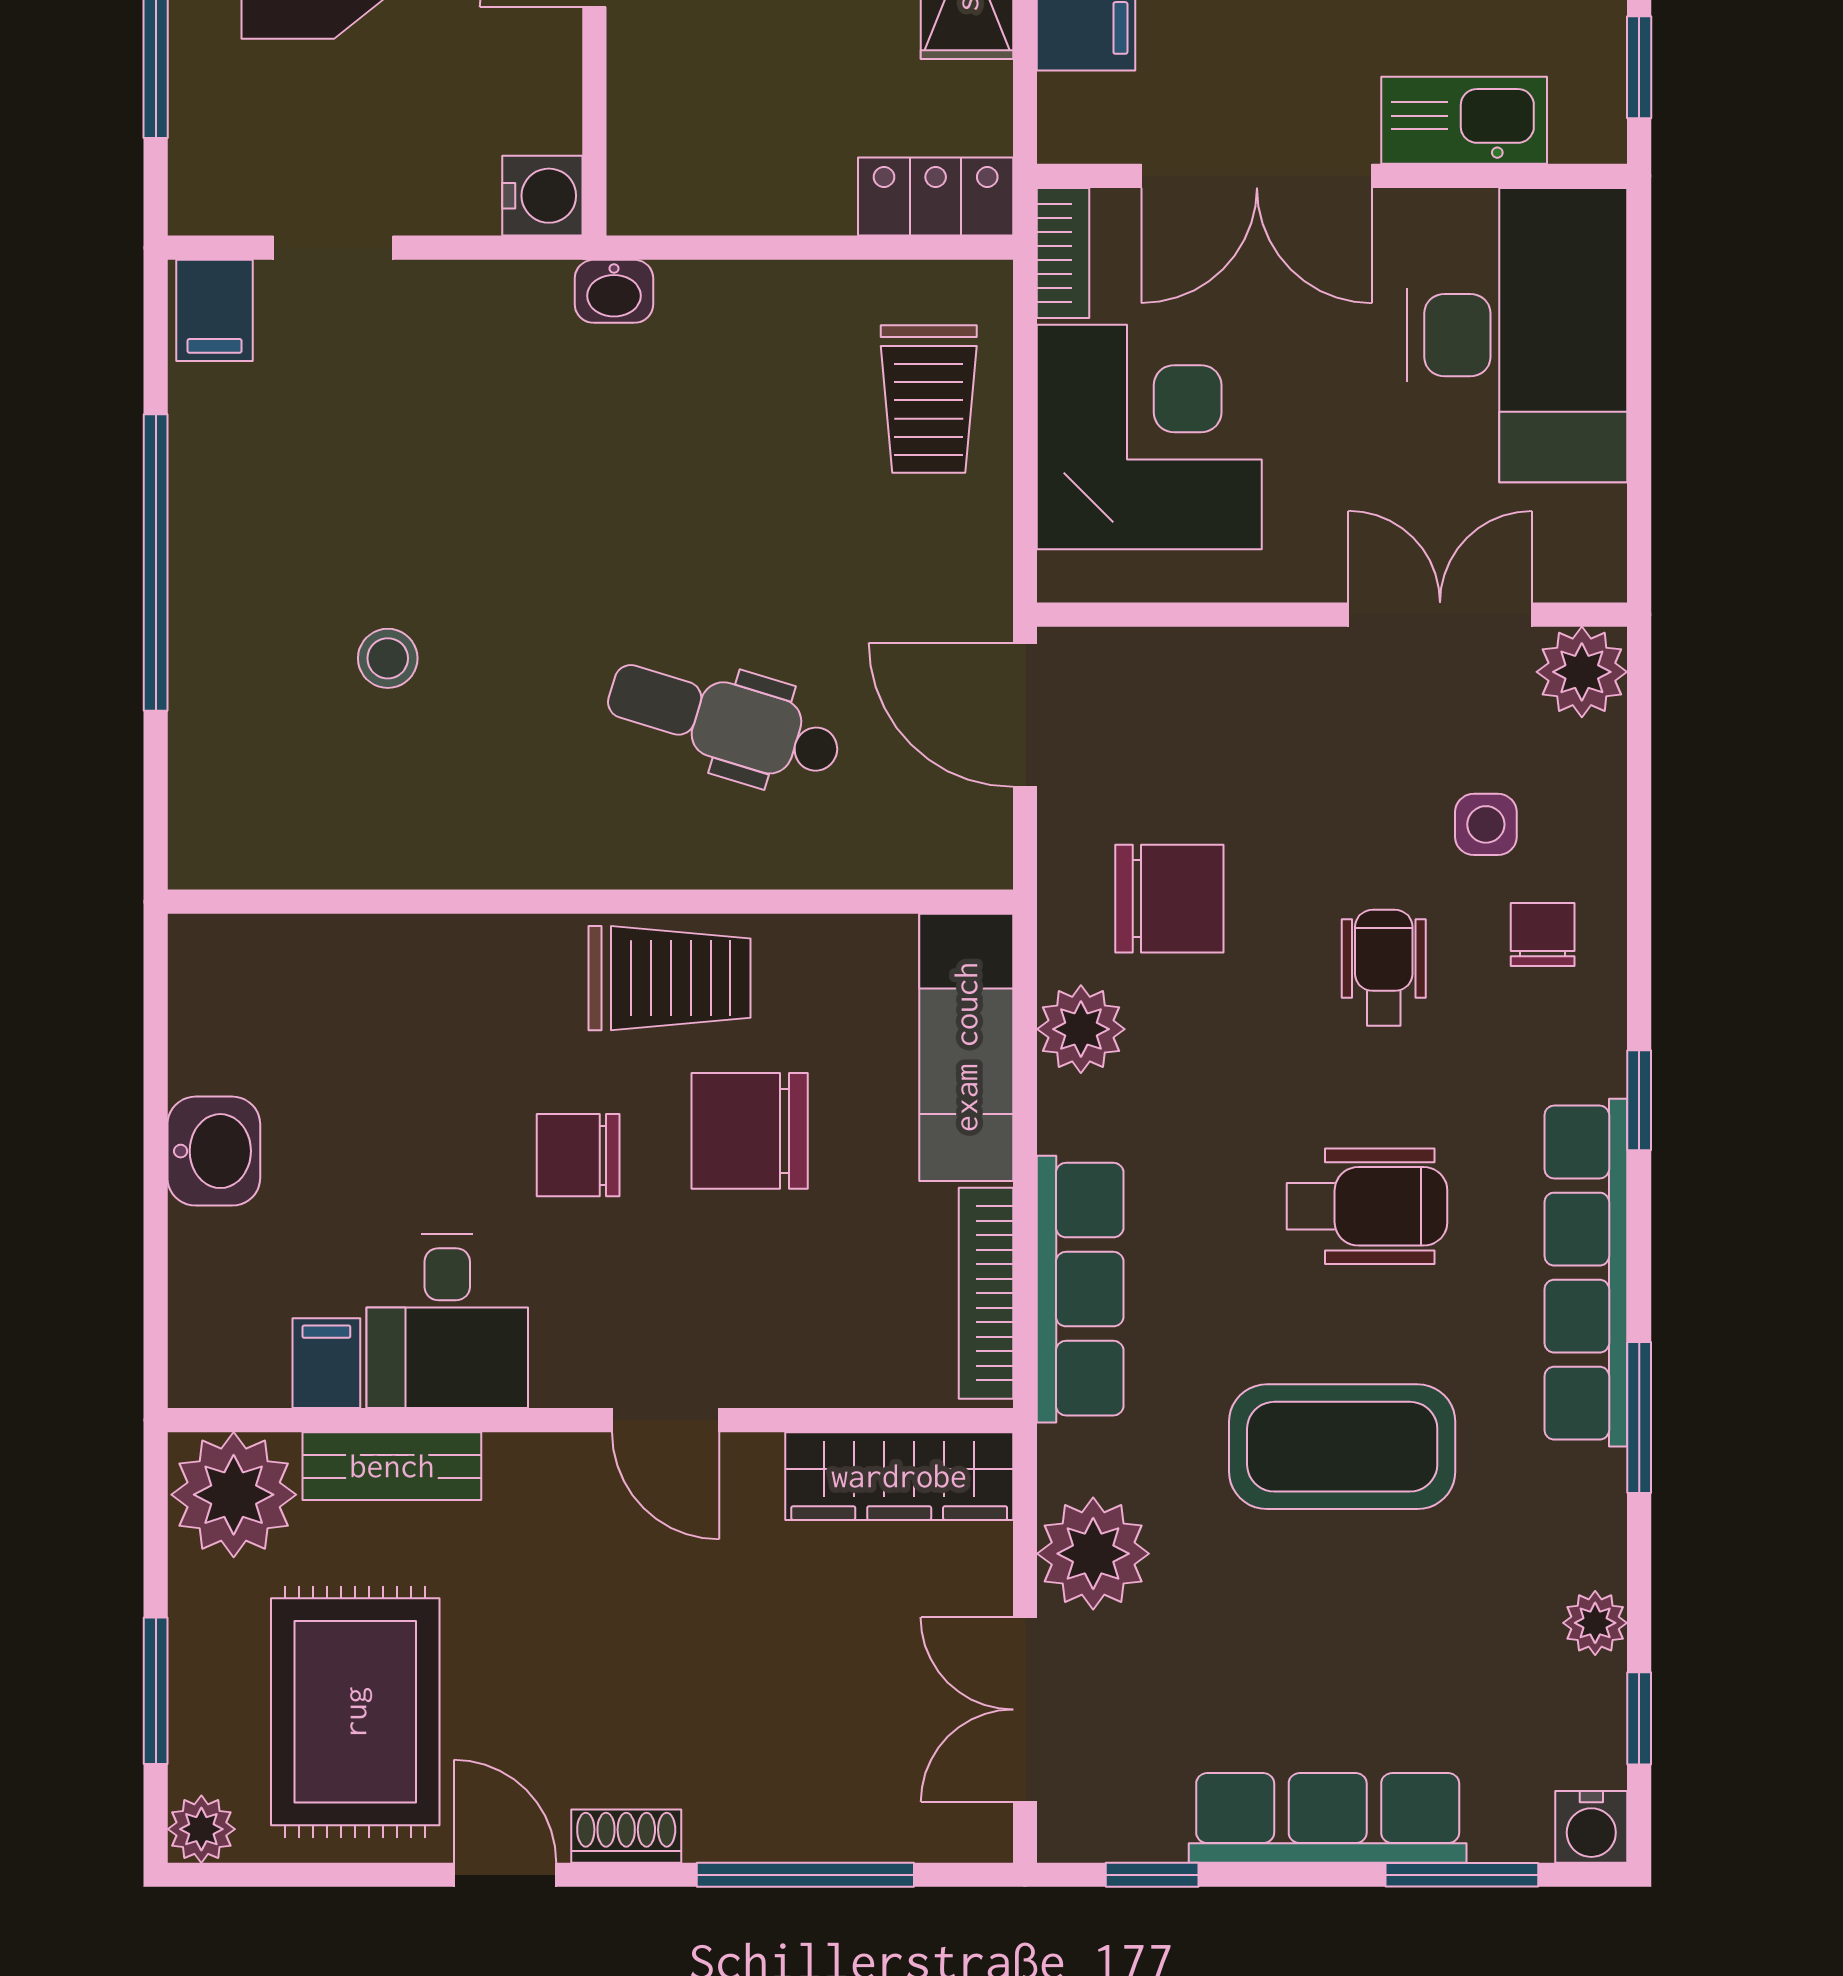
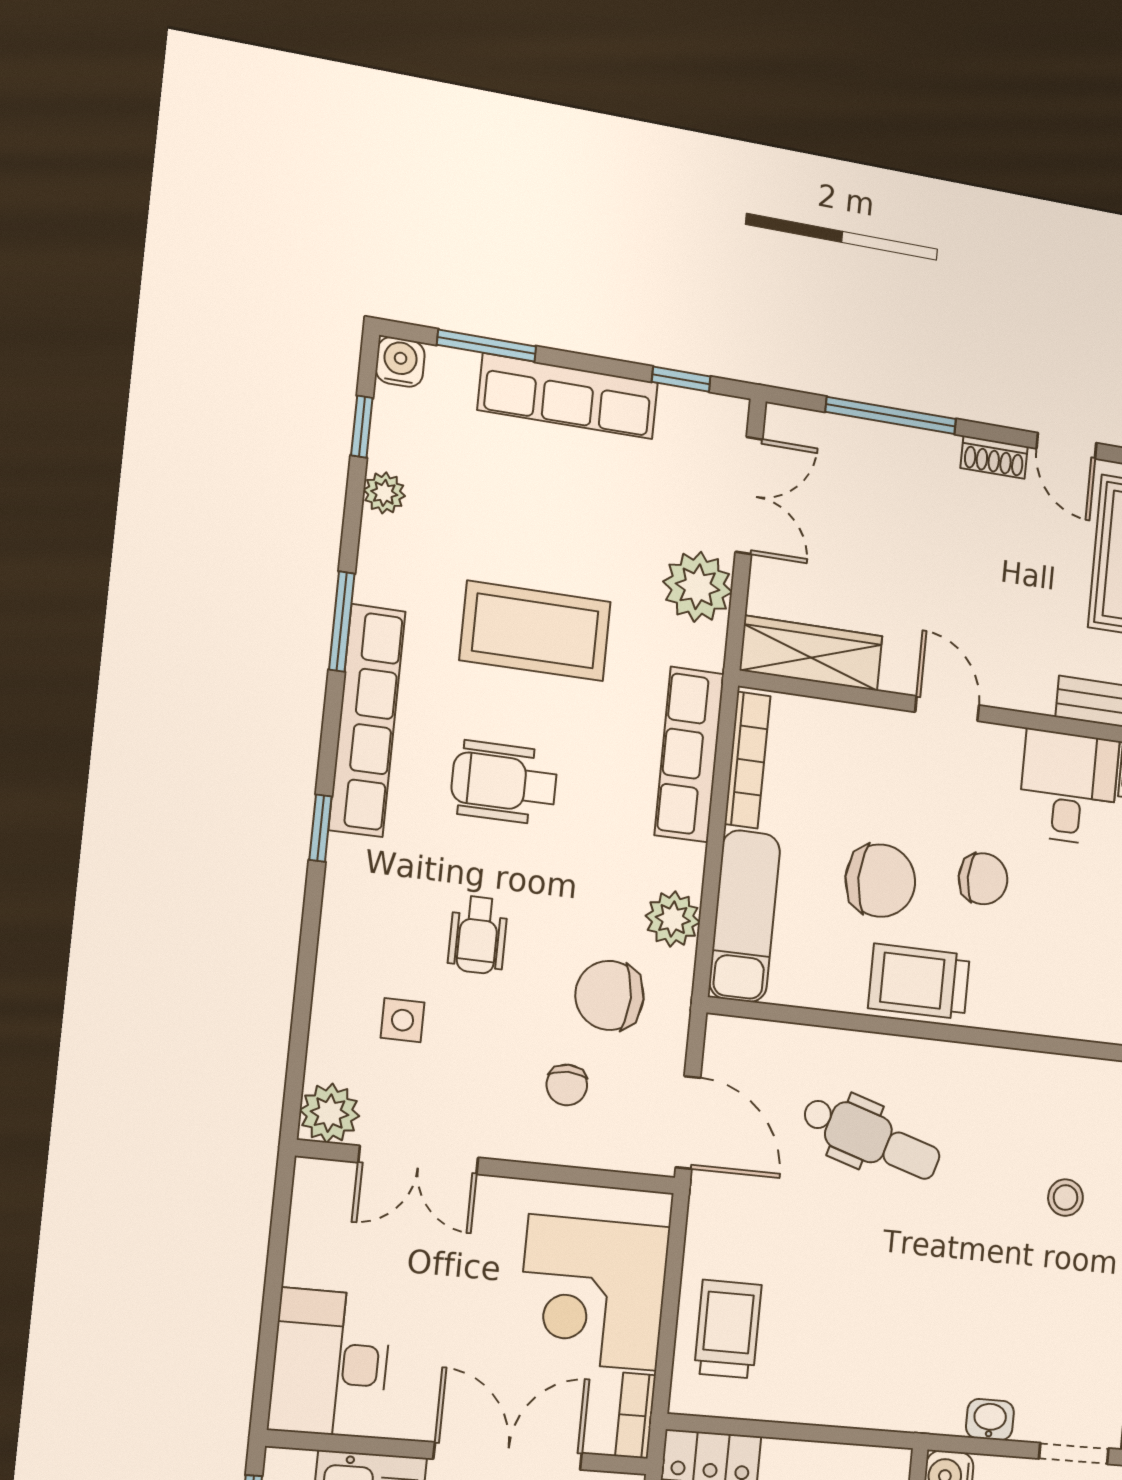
washbasin: (614, 291) -> (990, 1420), moved
desk: (1517, 335) -> (330, 1363), width x0.73, depth x0.77
chair: (1543, 935) -> (567, 1085), moved

